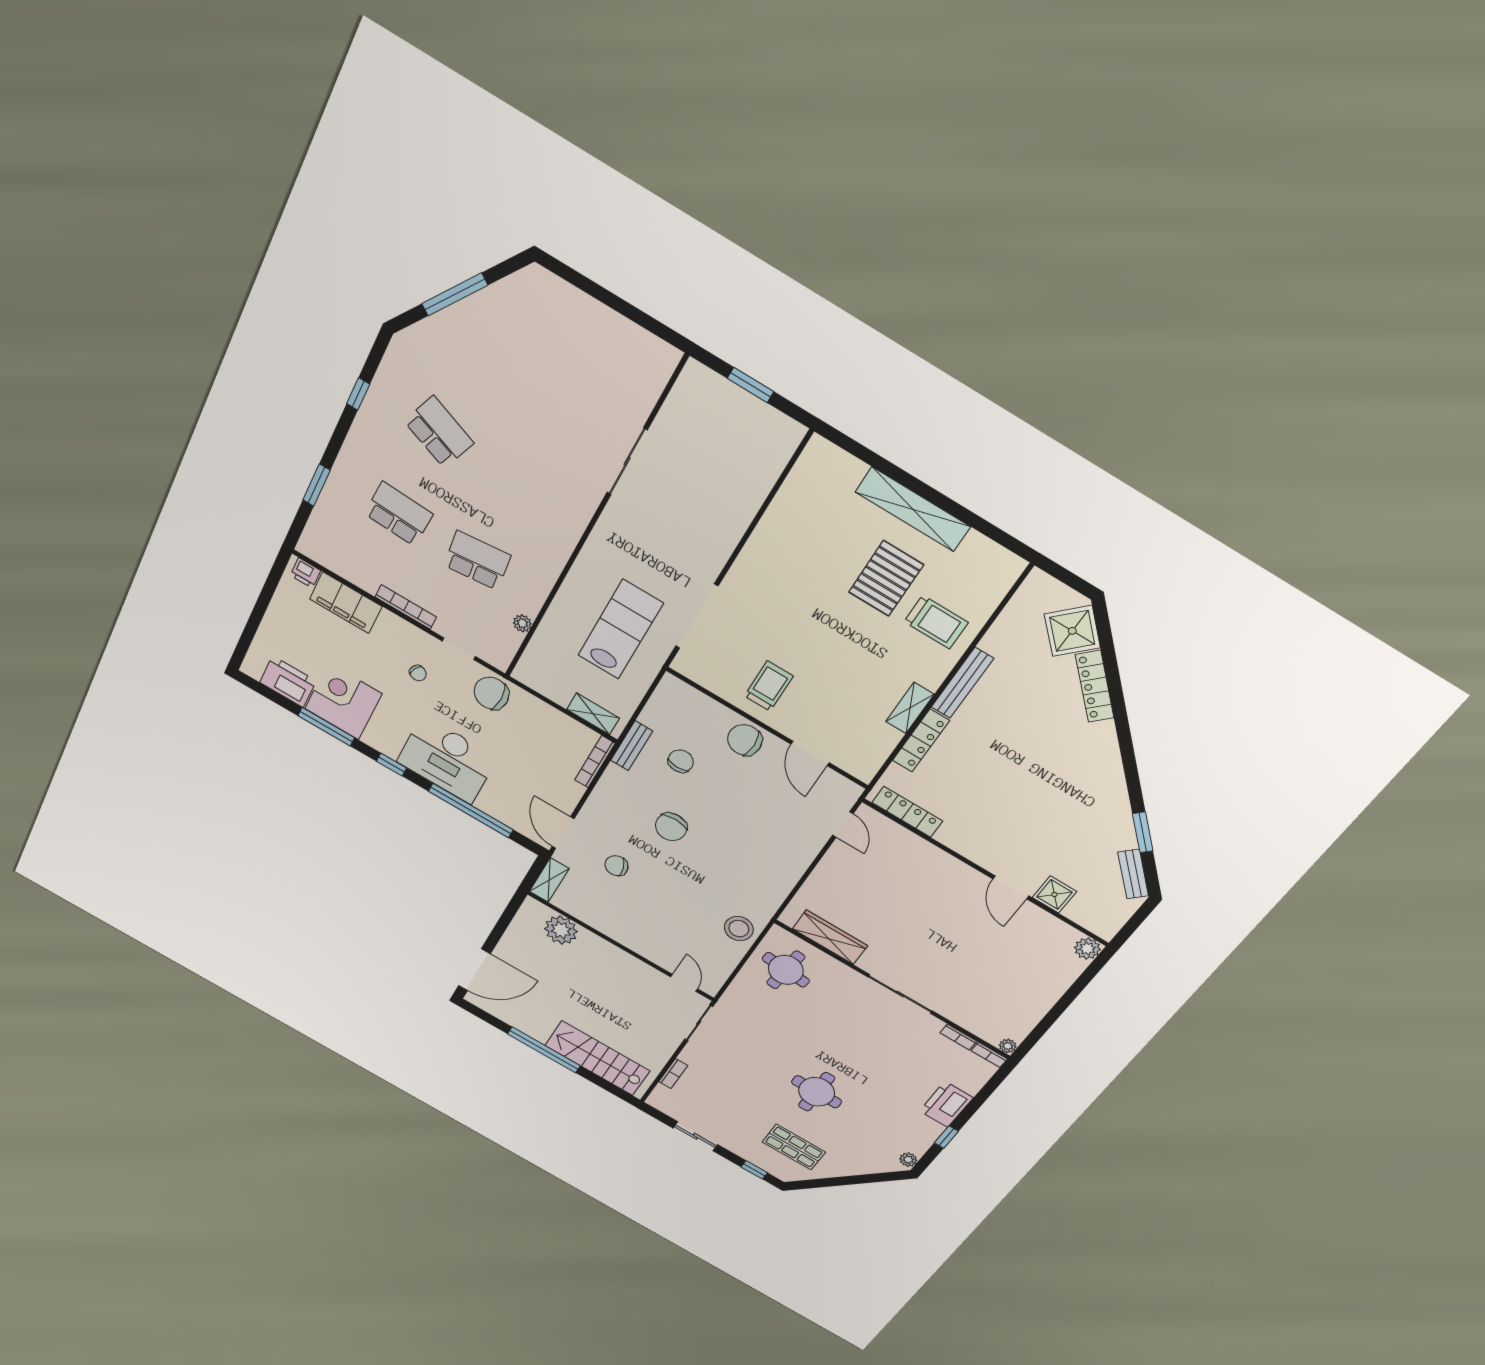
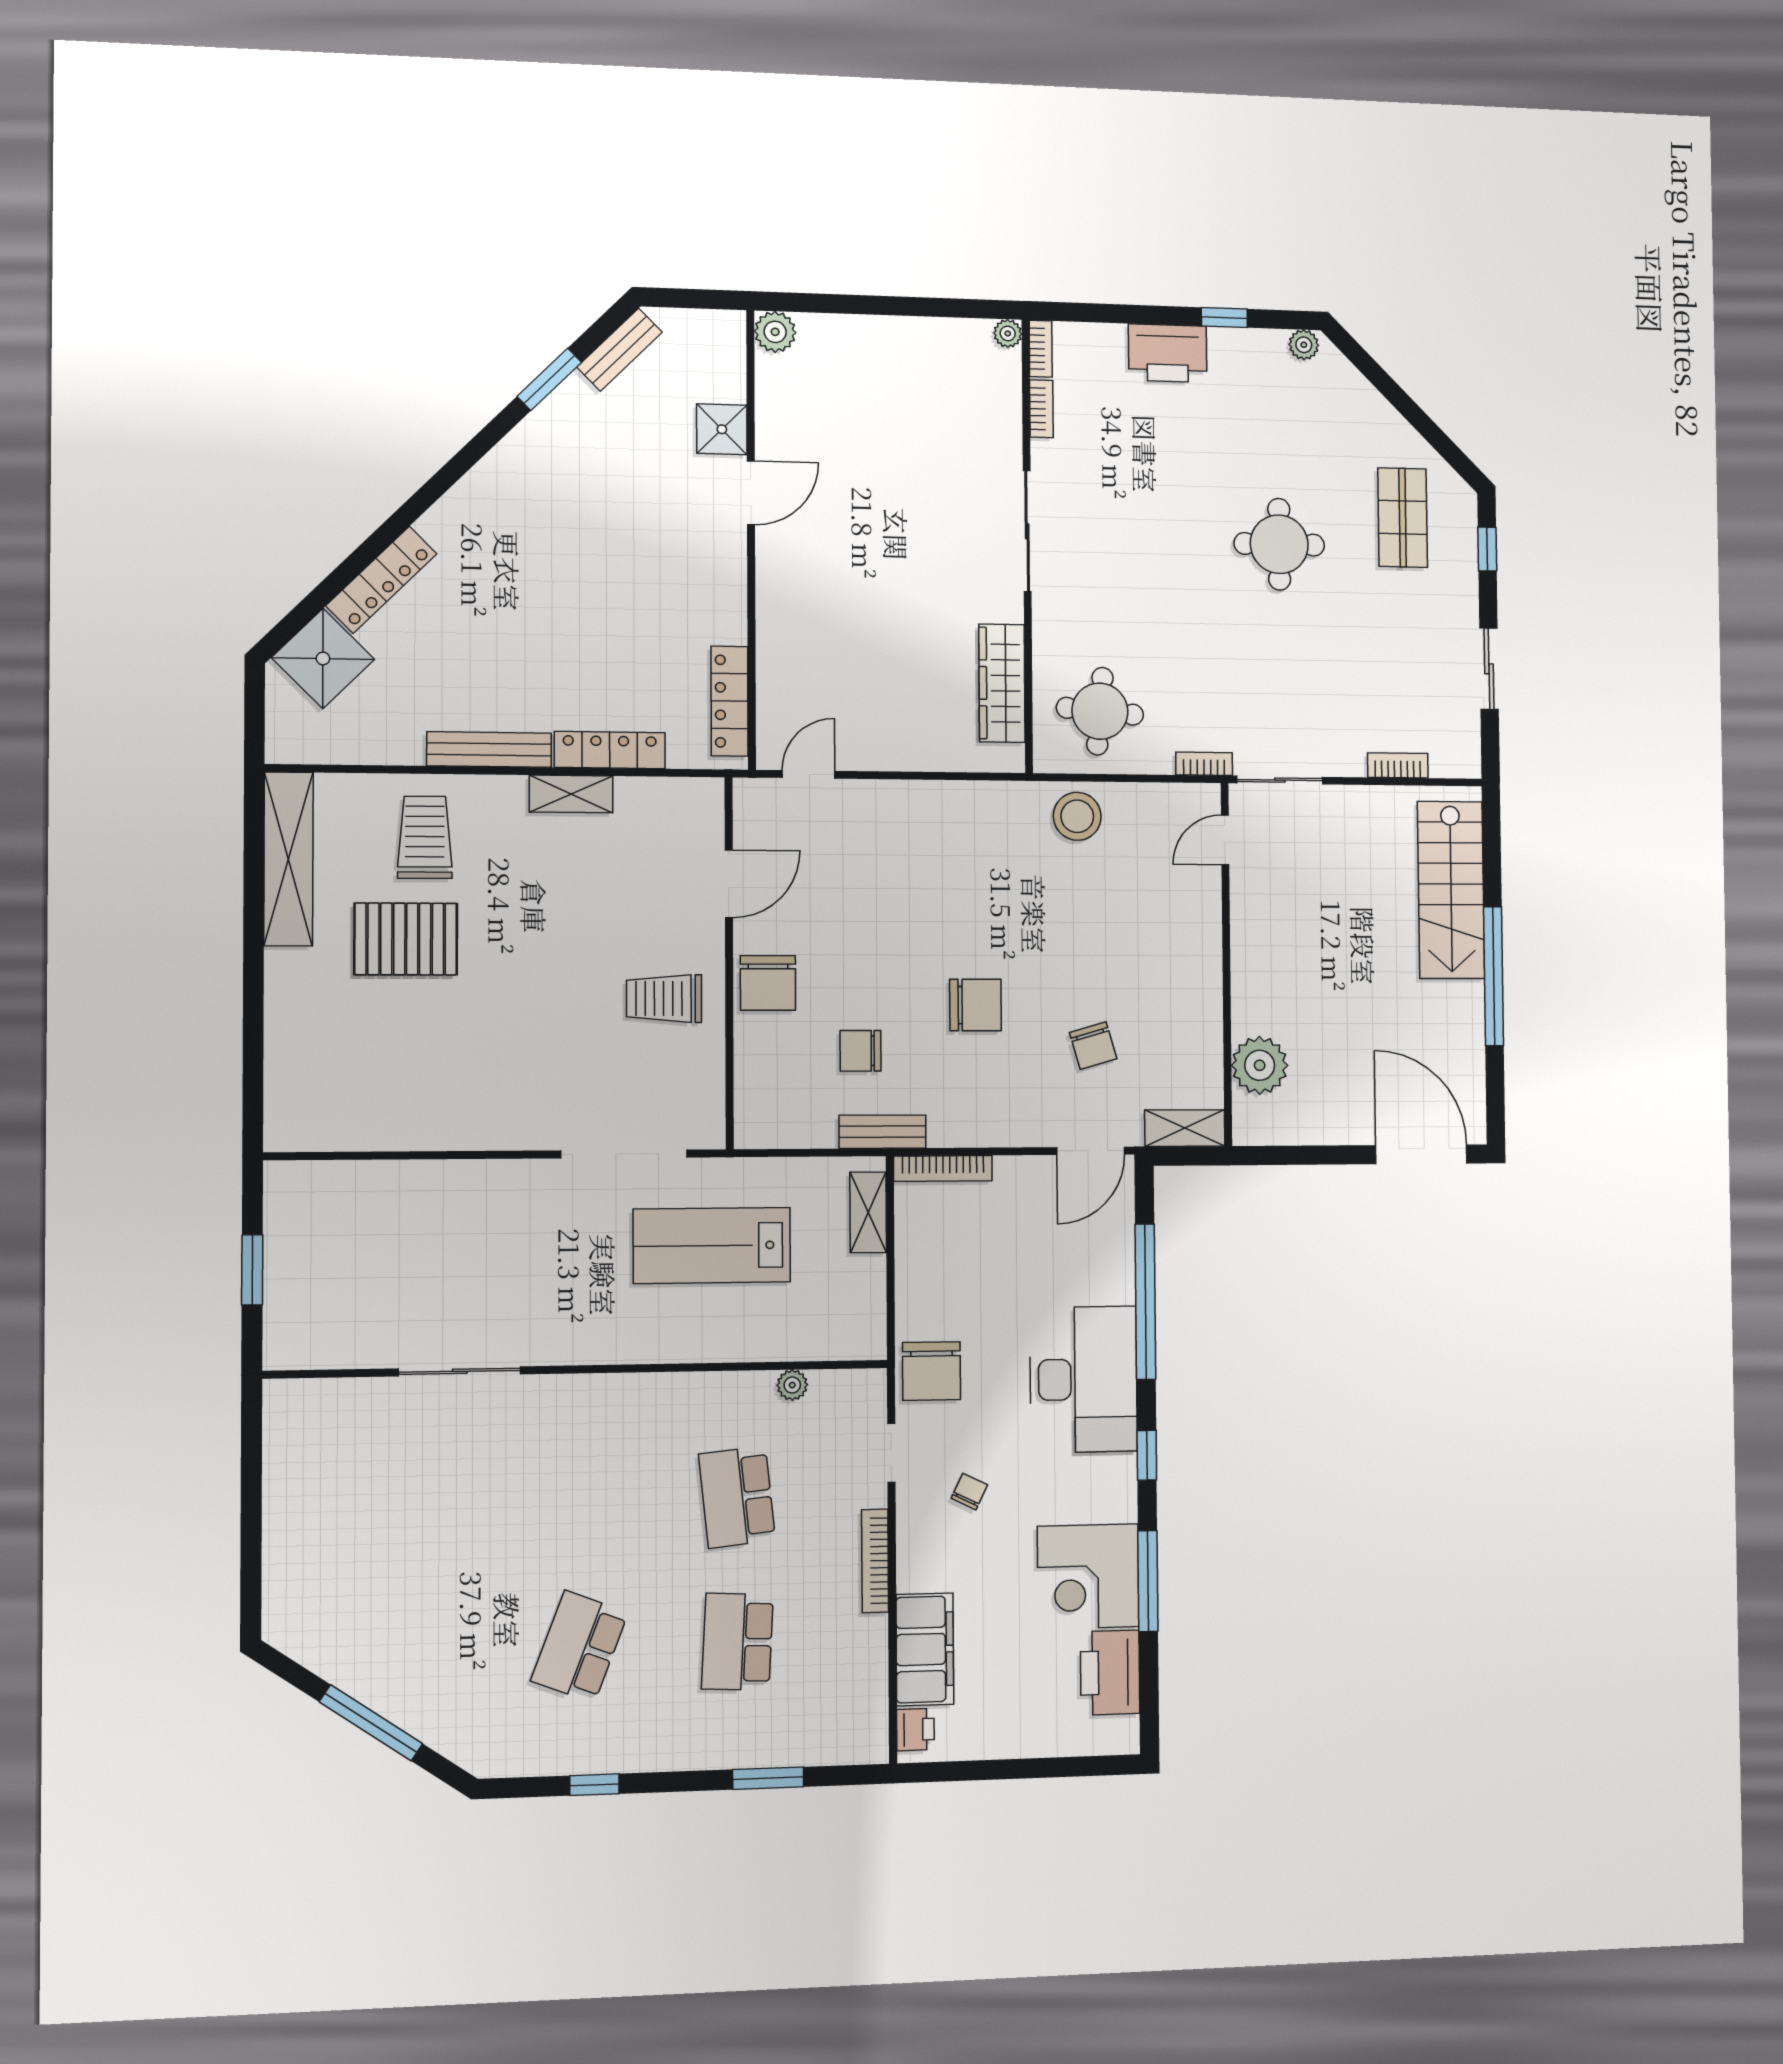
shelving: (913, 509) -> (288, 859), moved
bookcase: (729, 997) -> (1204, 764), added

